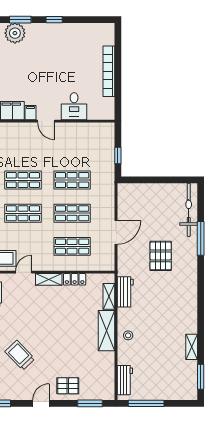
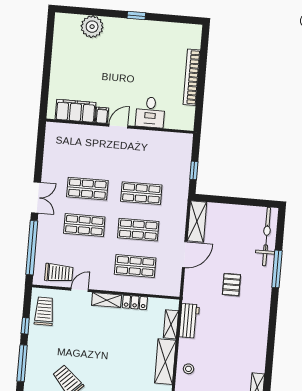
window: (20, 20) -> (99, 12), removed
door: (46, 121) -> (118, 126), swing flipped
shelving: (125, 201) -> (197, 221), added
pallet: (161, 256) -> (231, 285), width x0.67, depth x0.71

